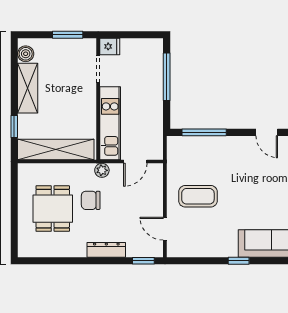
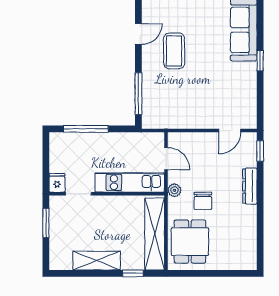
boiler: (26, 54) -> (64, 263), removed
coffee table: (198, 196) -> (174, 51), moved
dining table: (53, 209) -> (190, 242), moved, turned 90

